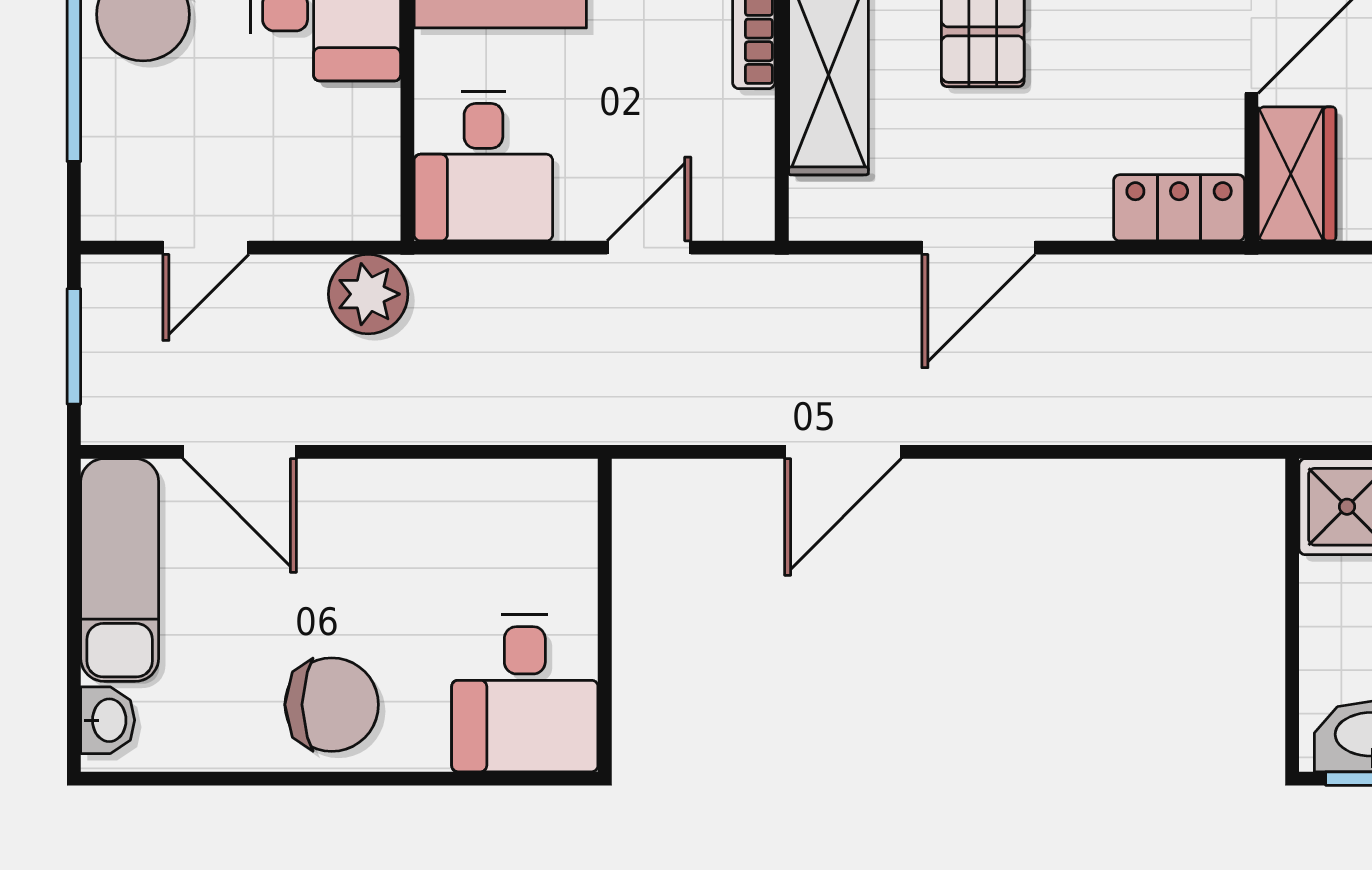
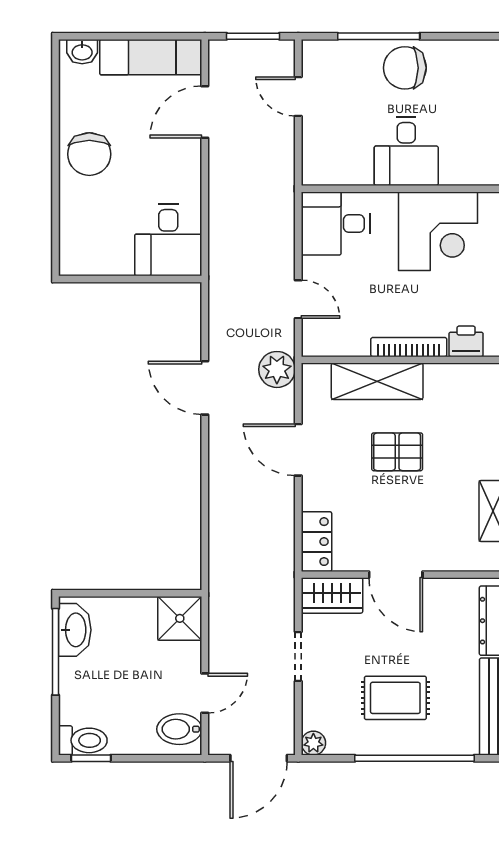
plant: (368, 294) -> (277, 369), moved
desk: (525, 693) -> (168, 240), moved, turned -90

